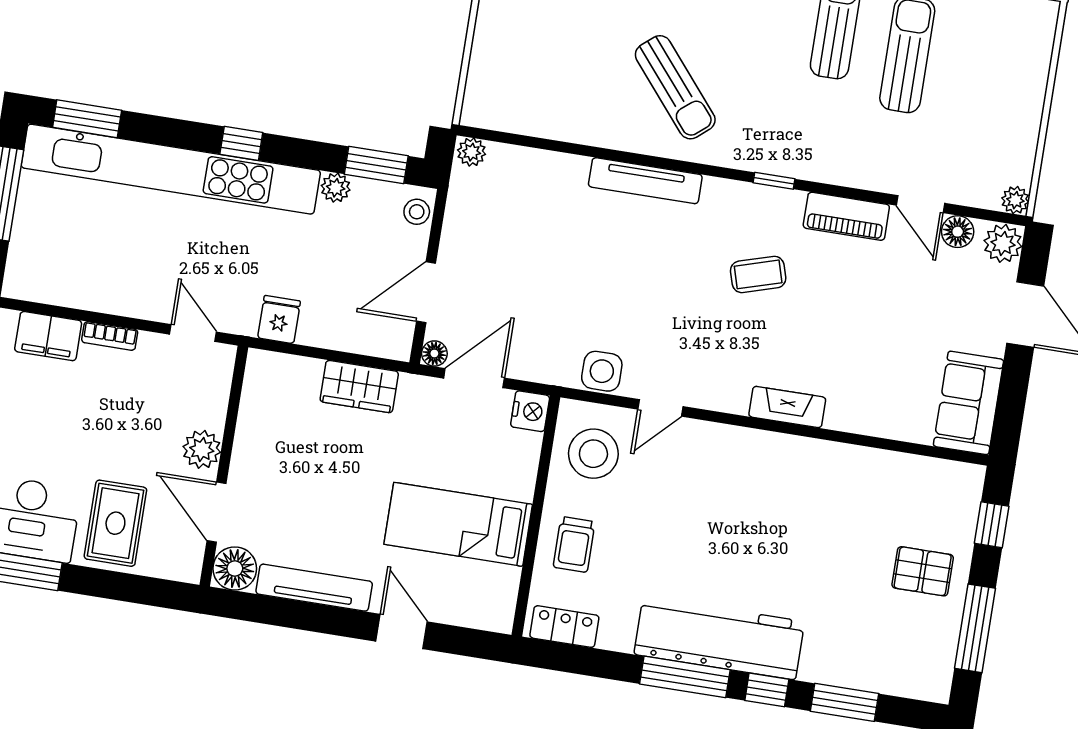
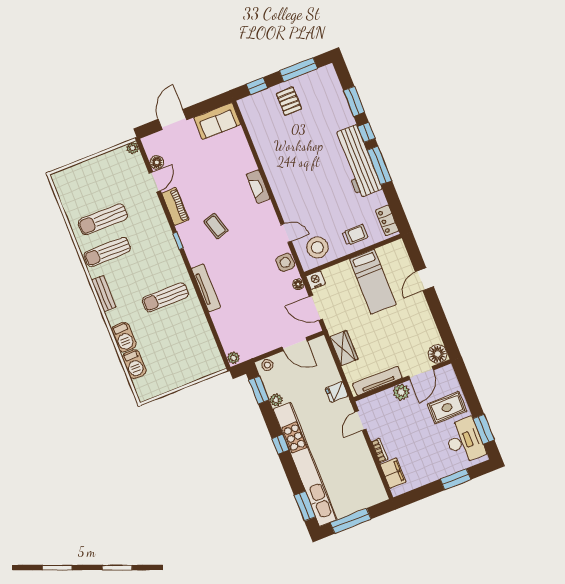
sun lounger: (675, 87) -> (165, 297), turned -140
plant: (1003, 243) -> (151, 143), removed
floor lamp: (434, 354) -> (298, 284), moved
tv unit: (314, 588) -> (377, 381), moved, turned 90

